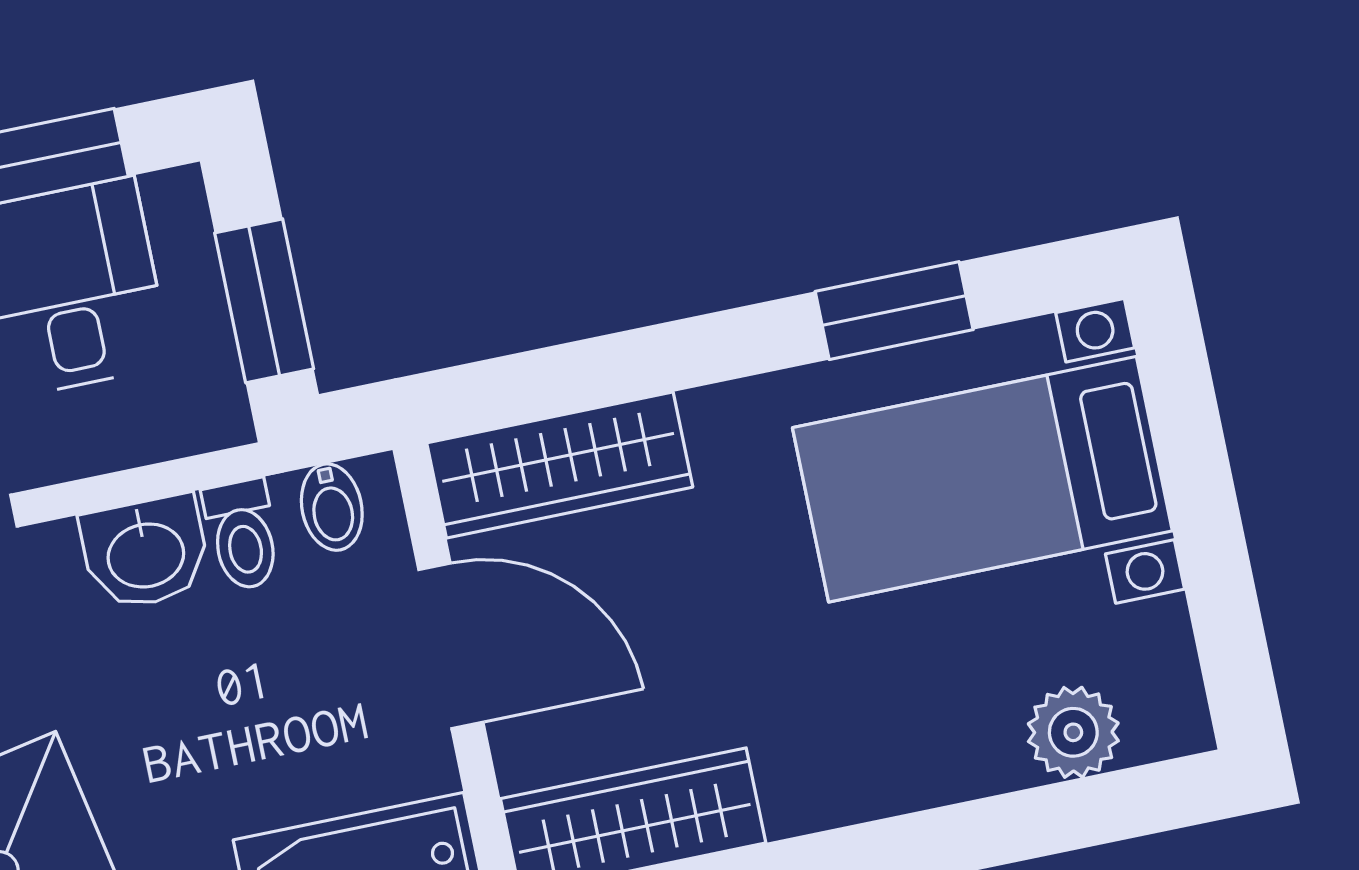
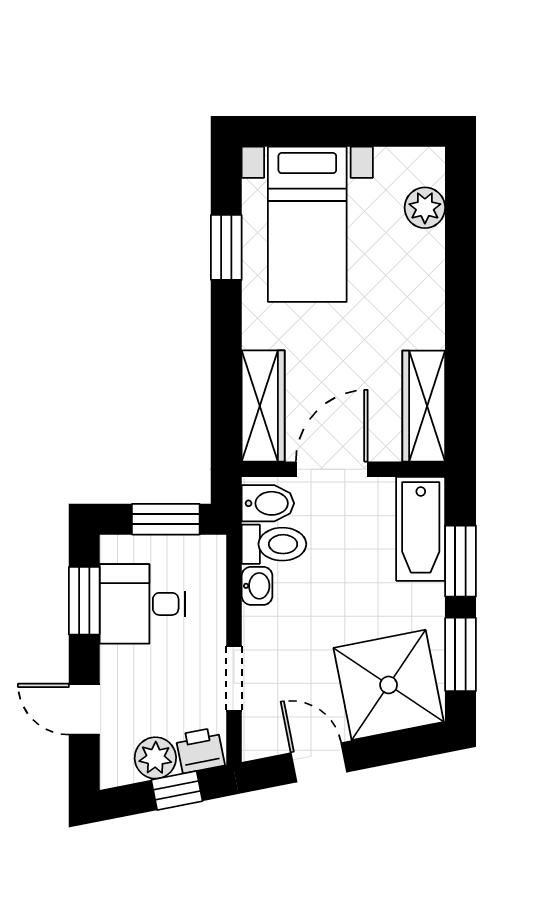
bidet: (332, 507) -> (268, 503), width x1.38, depth x1.36
toilet: (243, 535) -> (274, 544), width x1.37, depth x1.39
washbasin: (145, 553) -> (257, 586), width x0.72, depth x0.69

